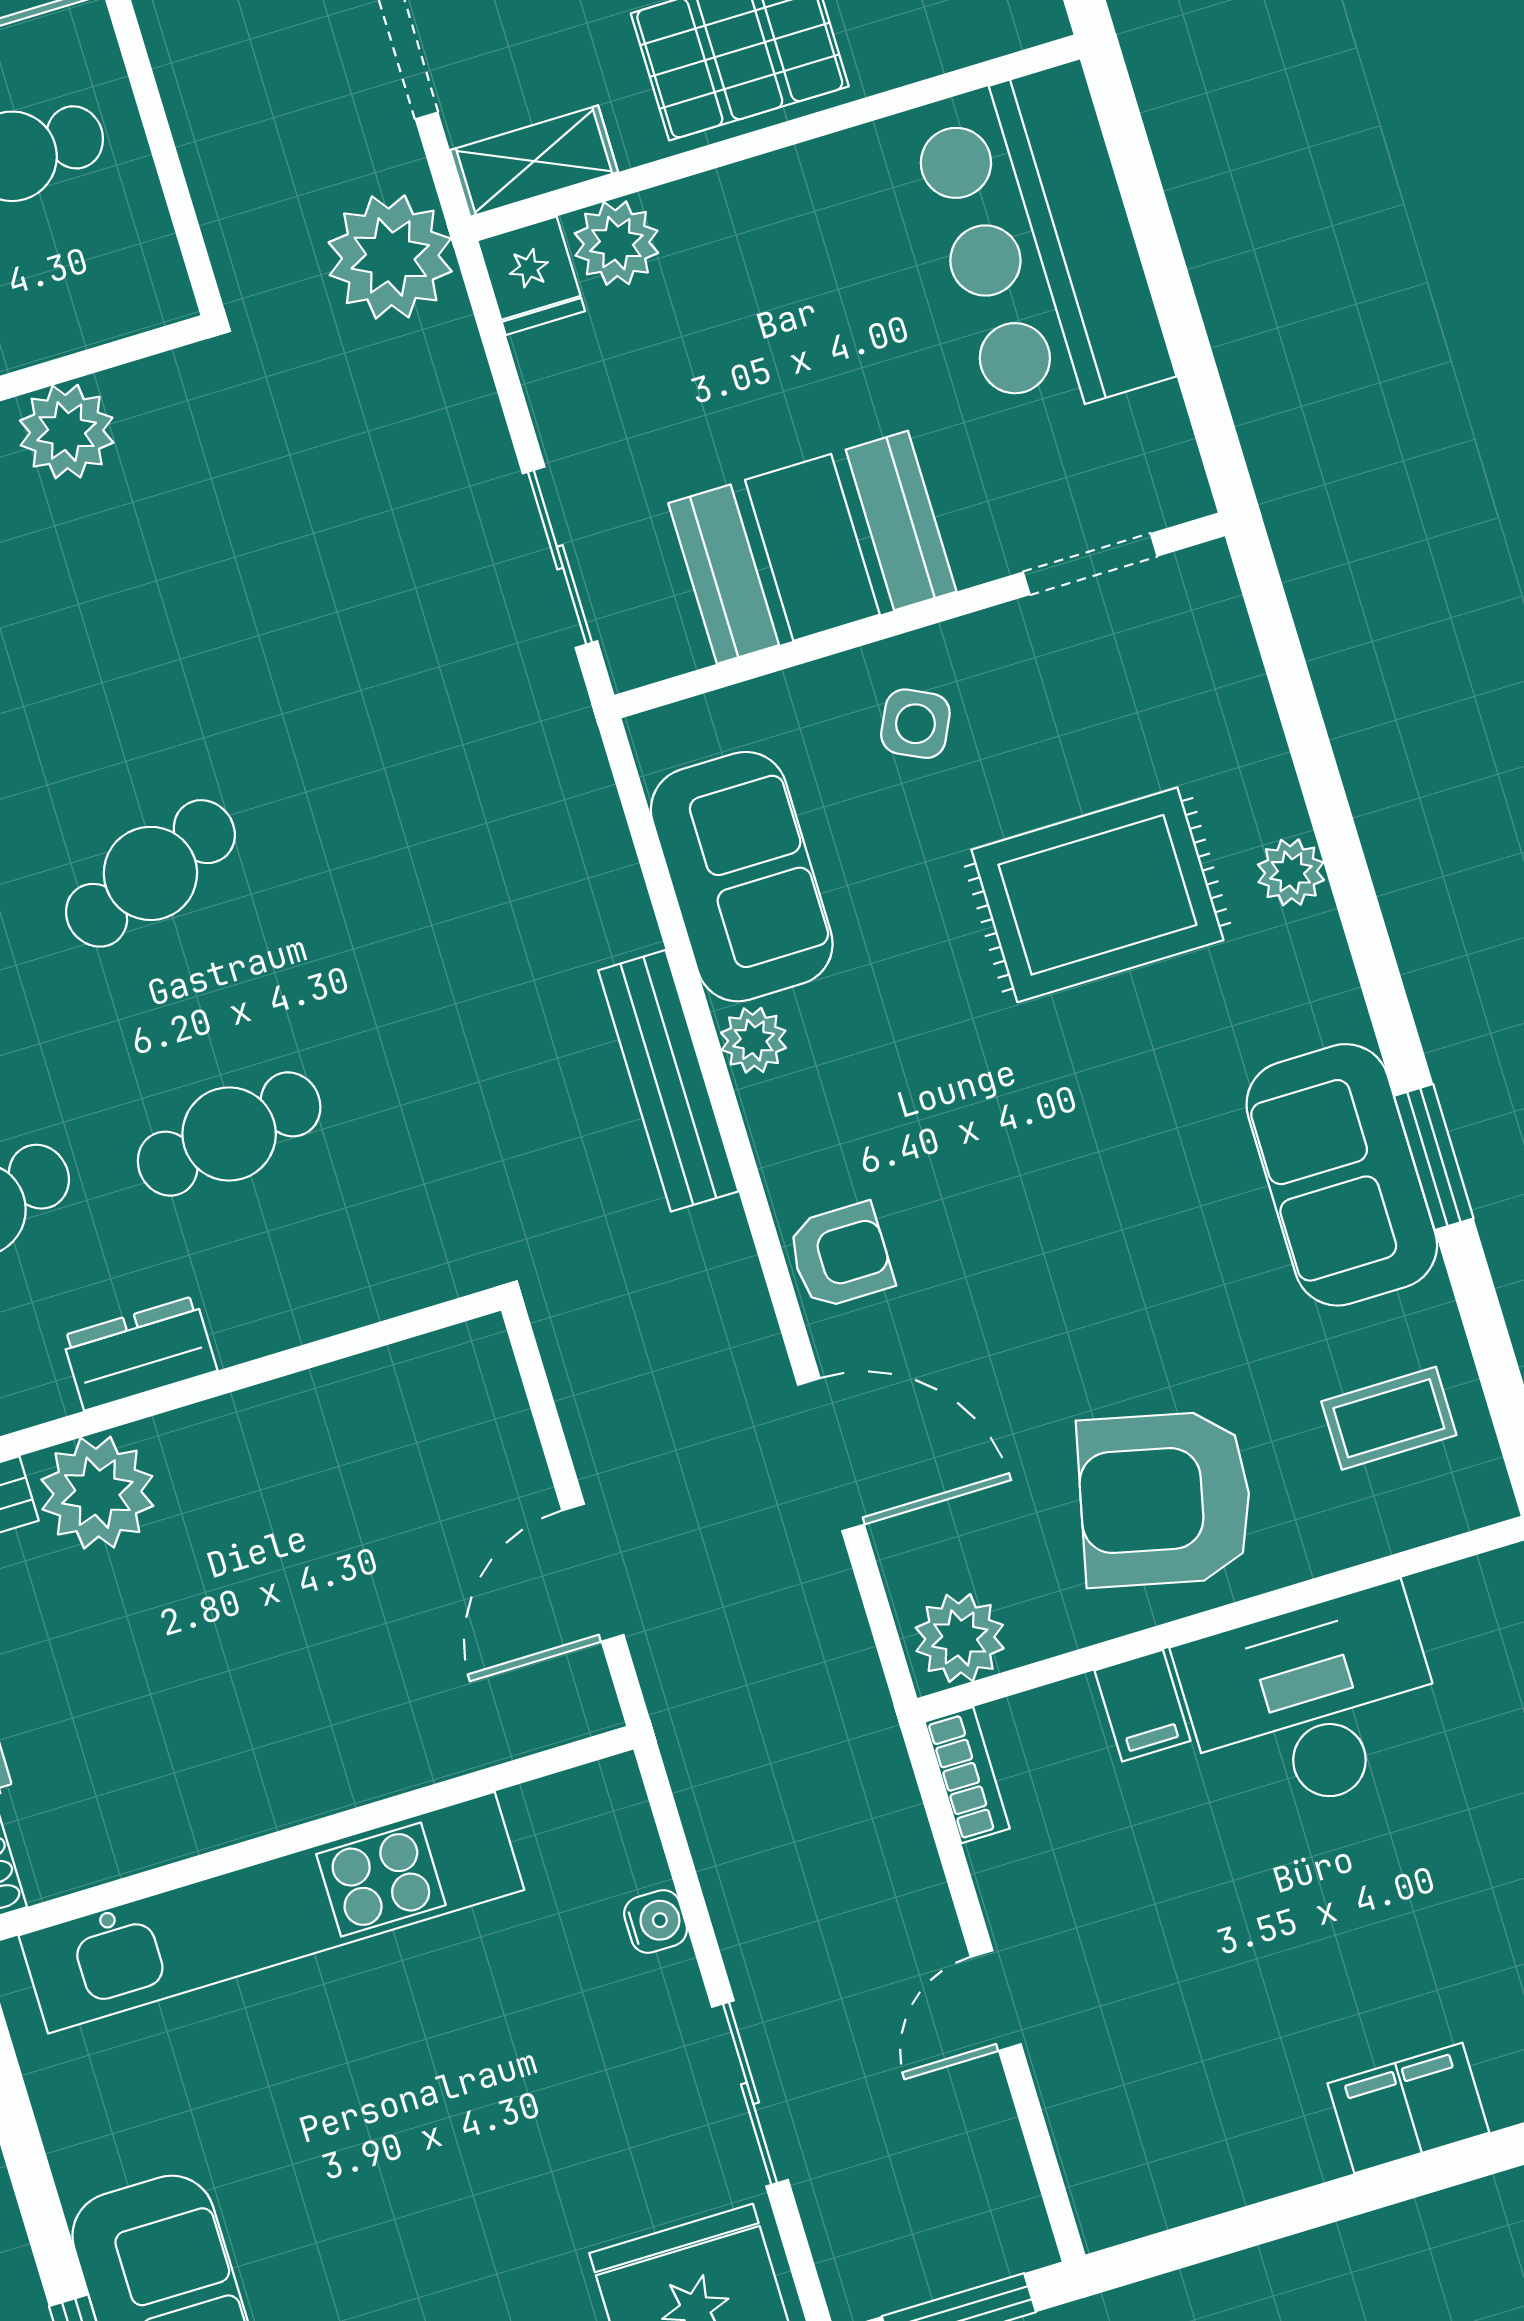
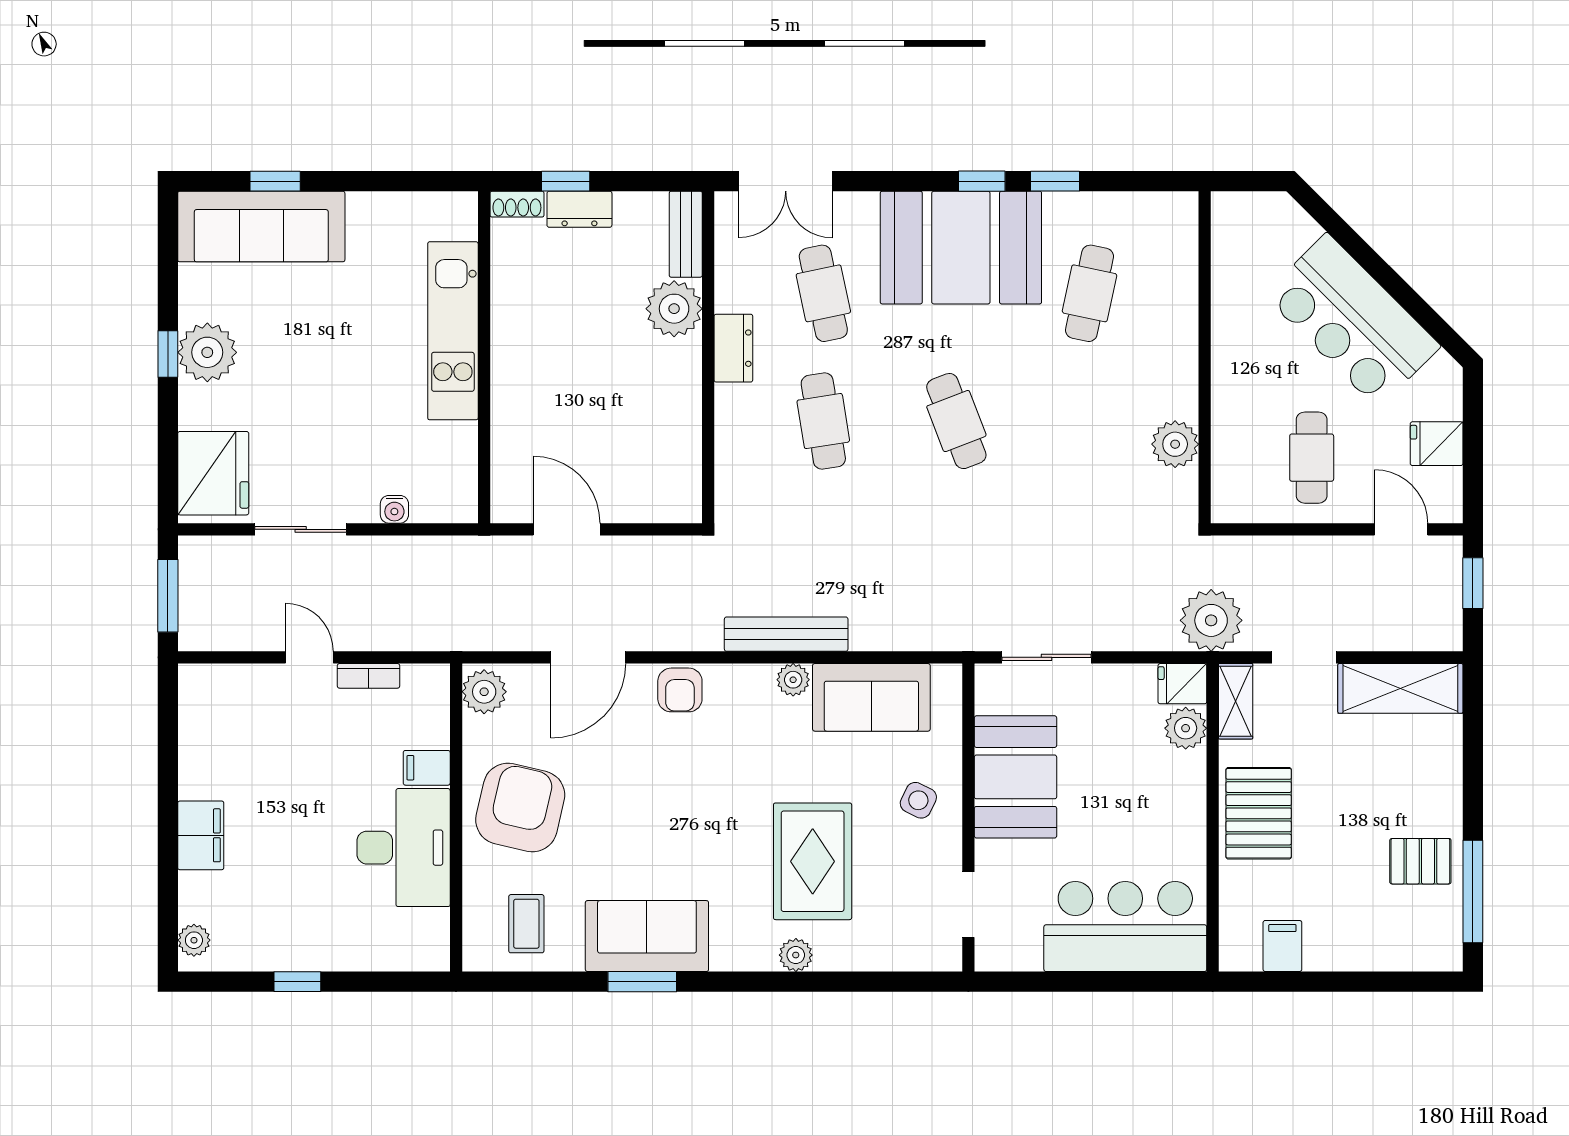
bookcase: (967, 1775) -> (369, 676), moved
kitchen unit: (271, 1913) -> (453, 331), width x0.73

